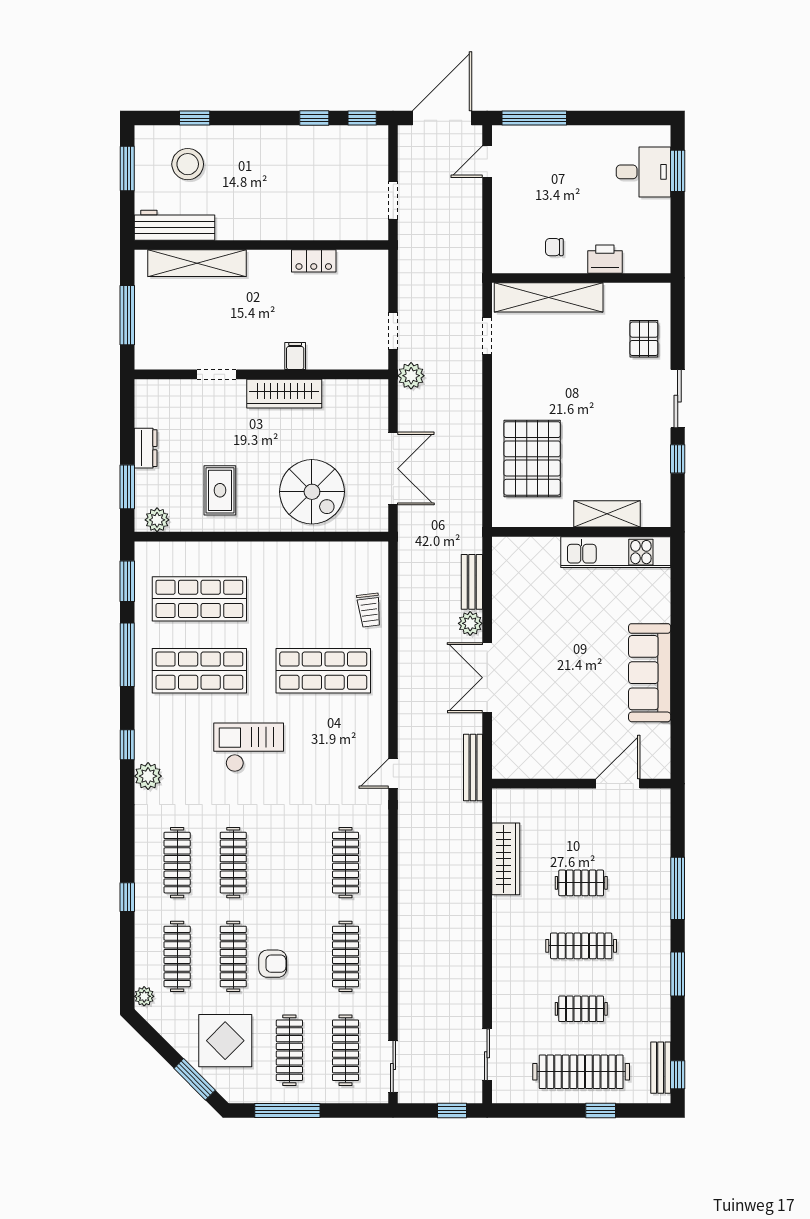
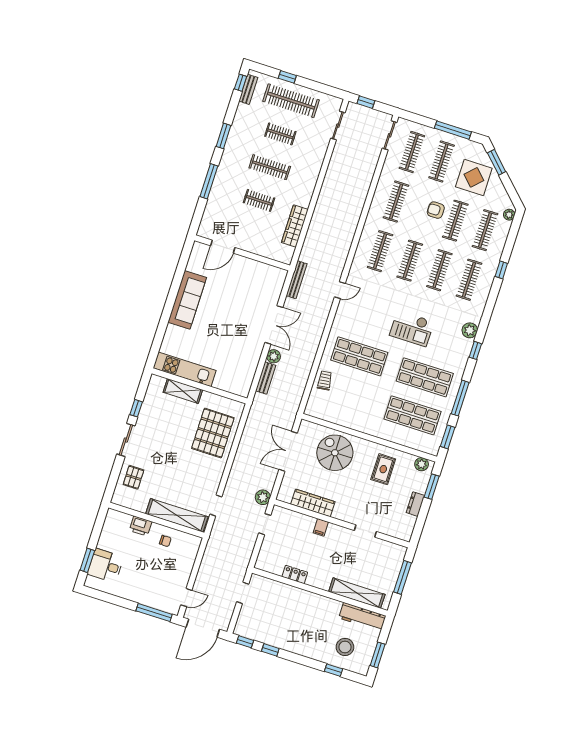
wardrobe: (284, 394) -> (313, 503), moved
clothes rail: (289, 863) -> (410, 261), added

